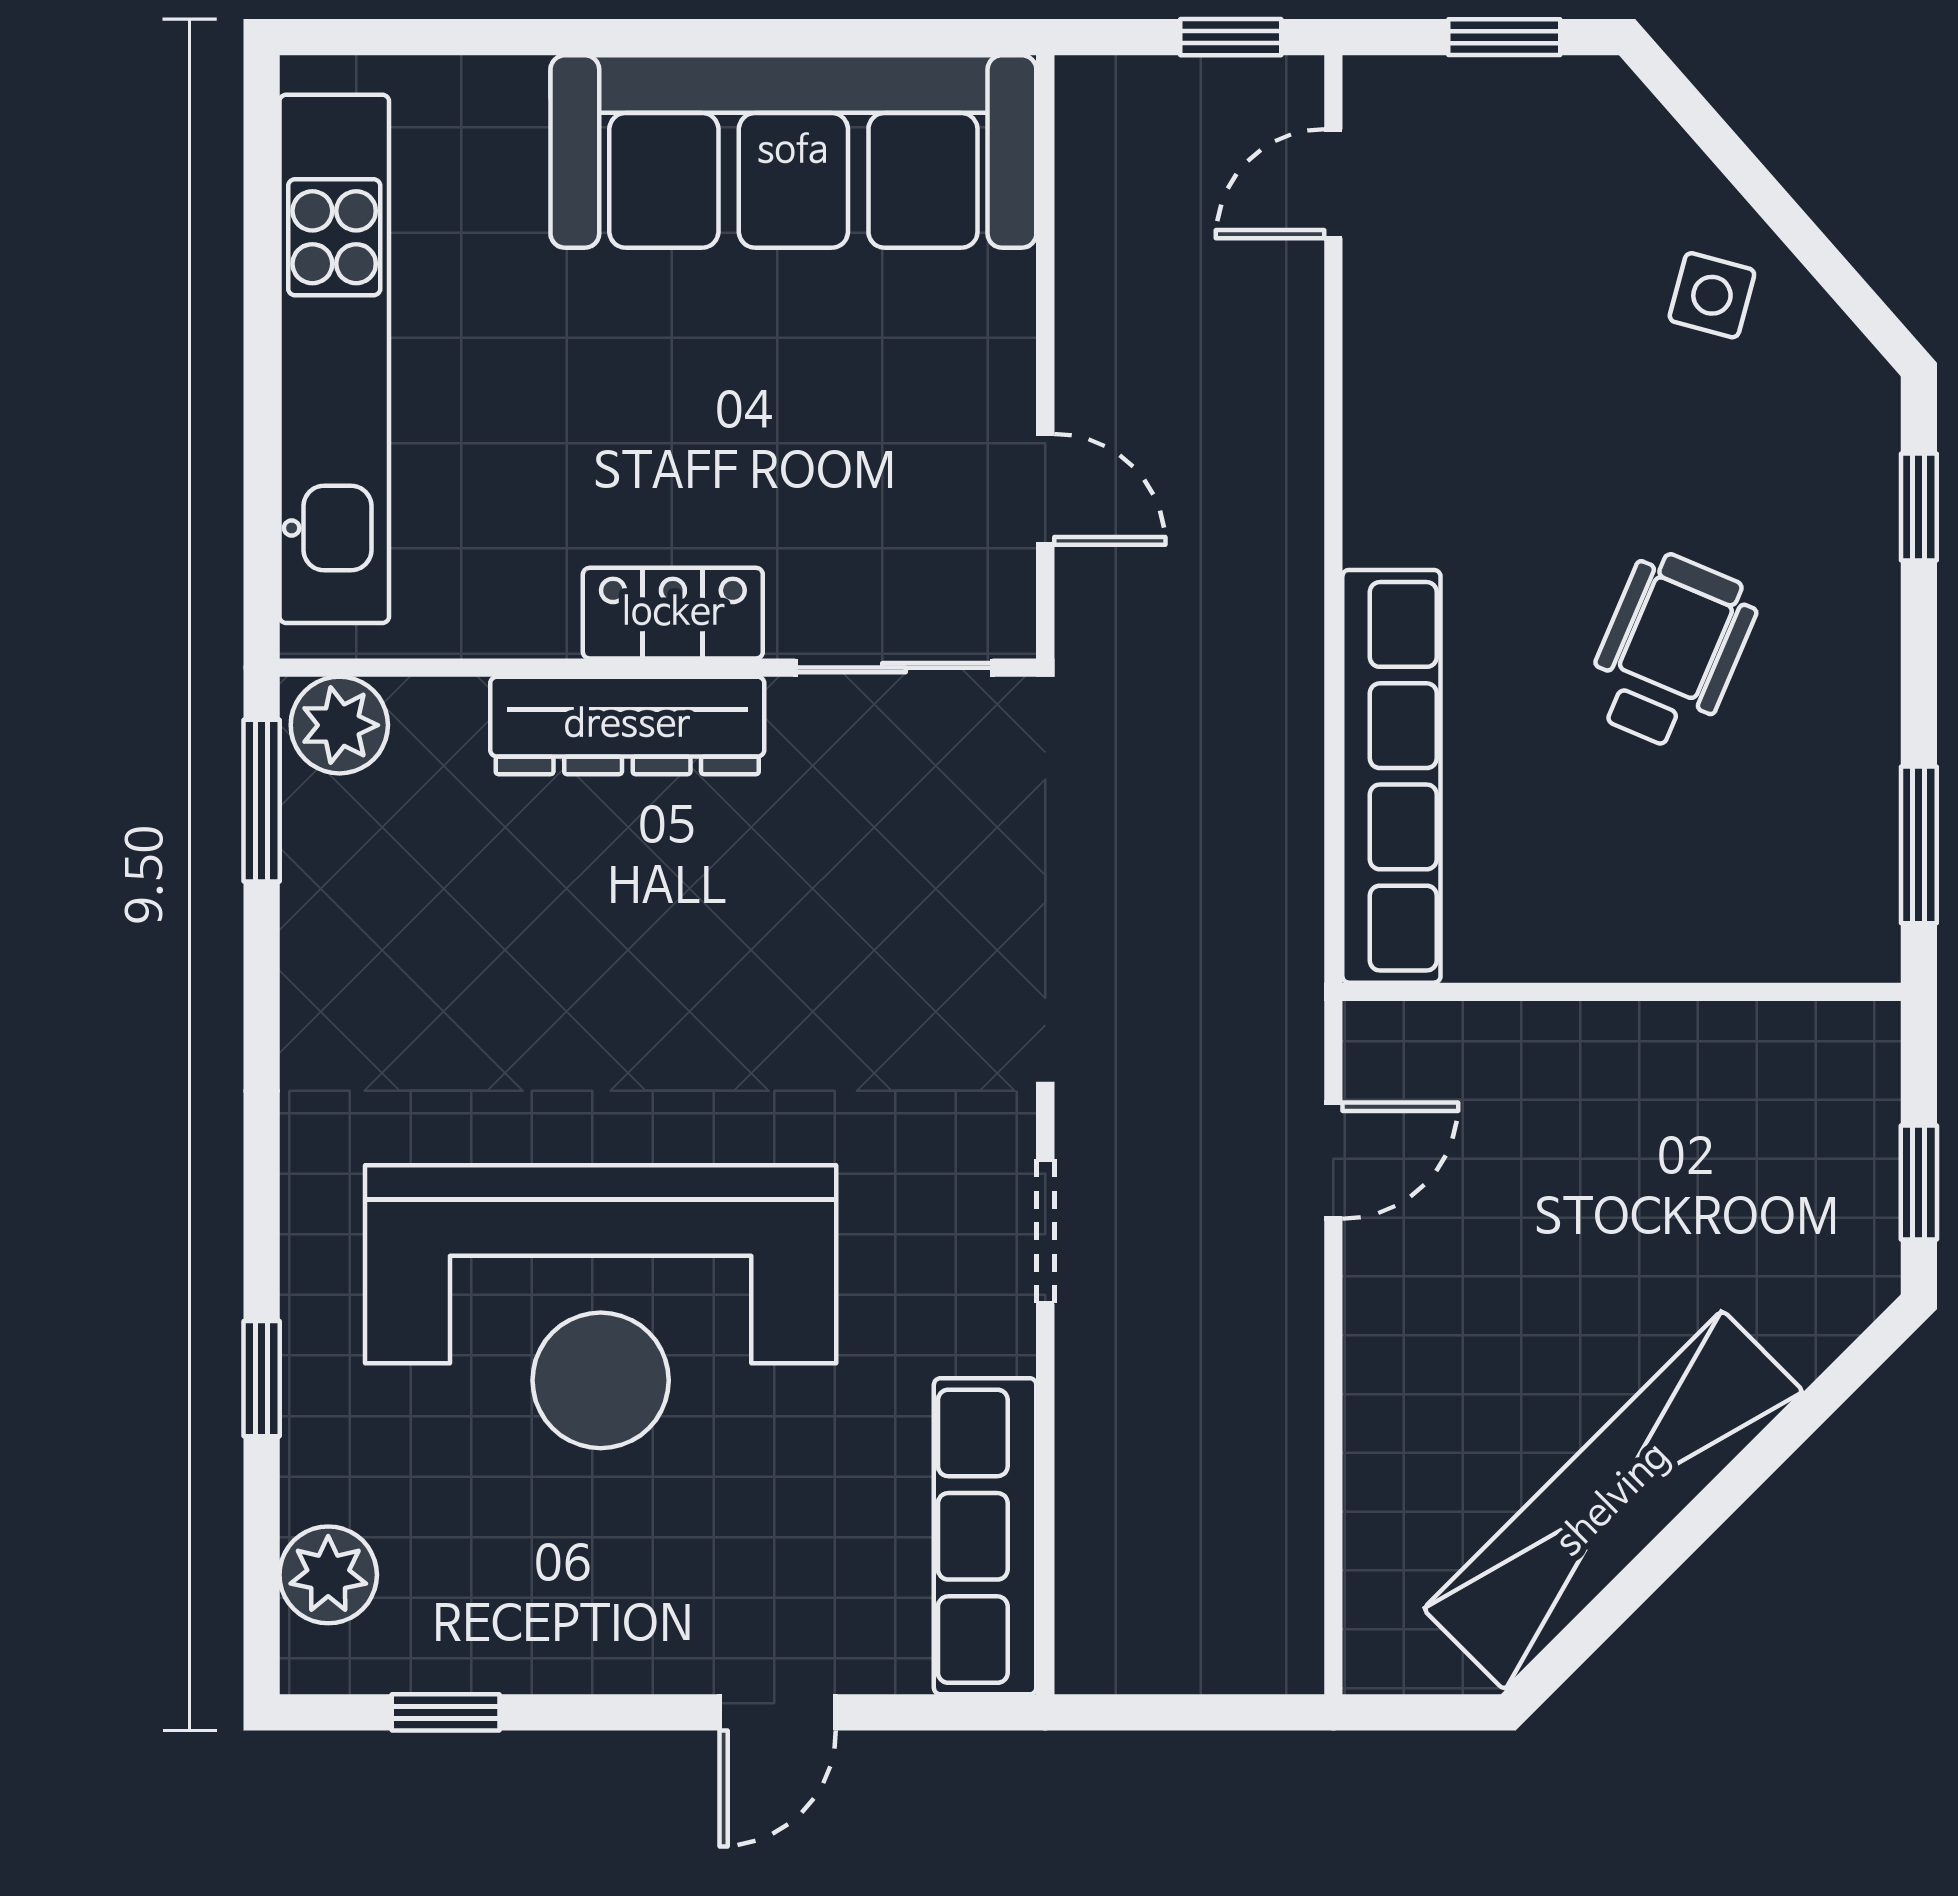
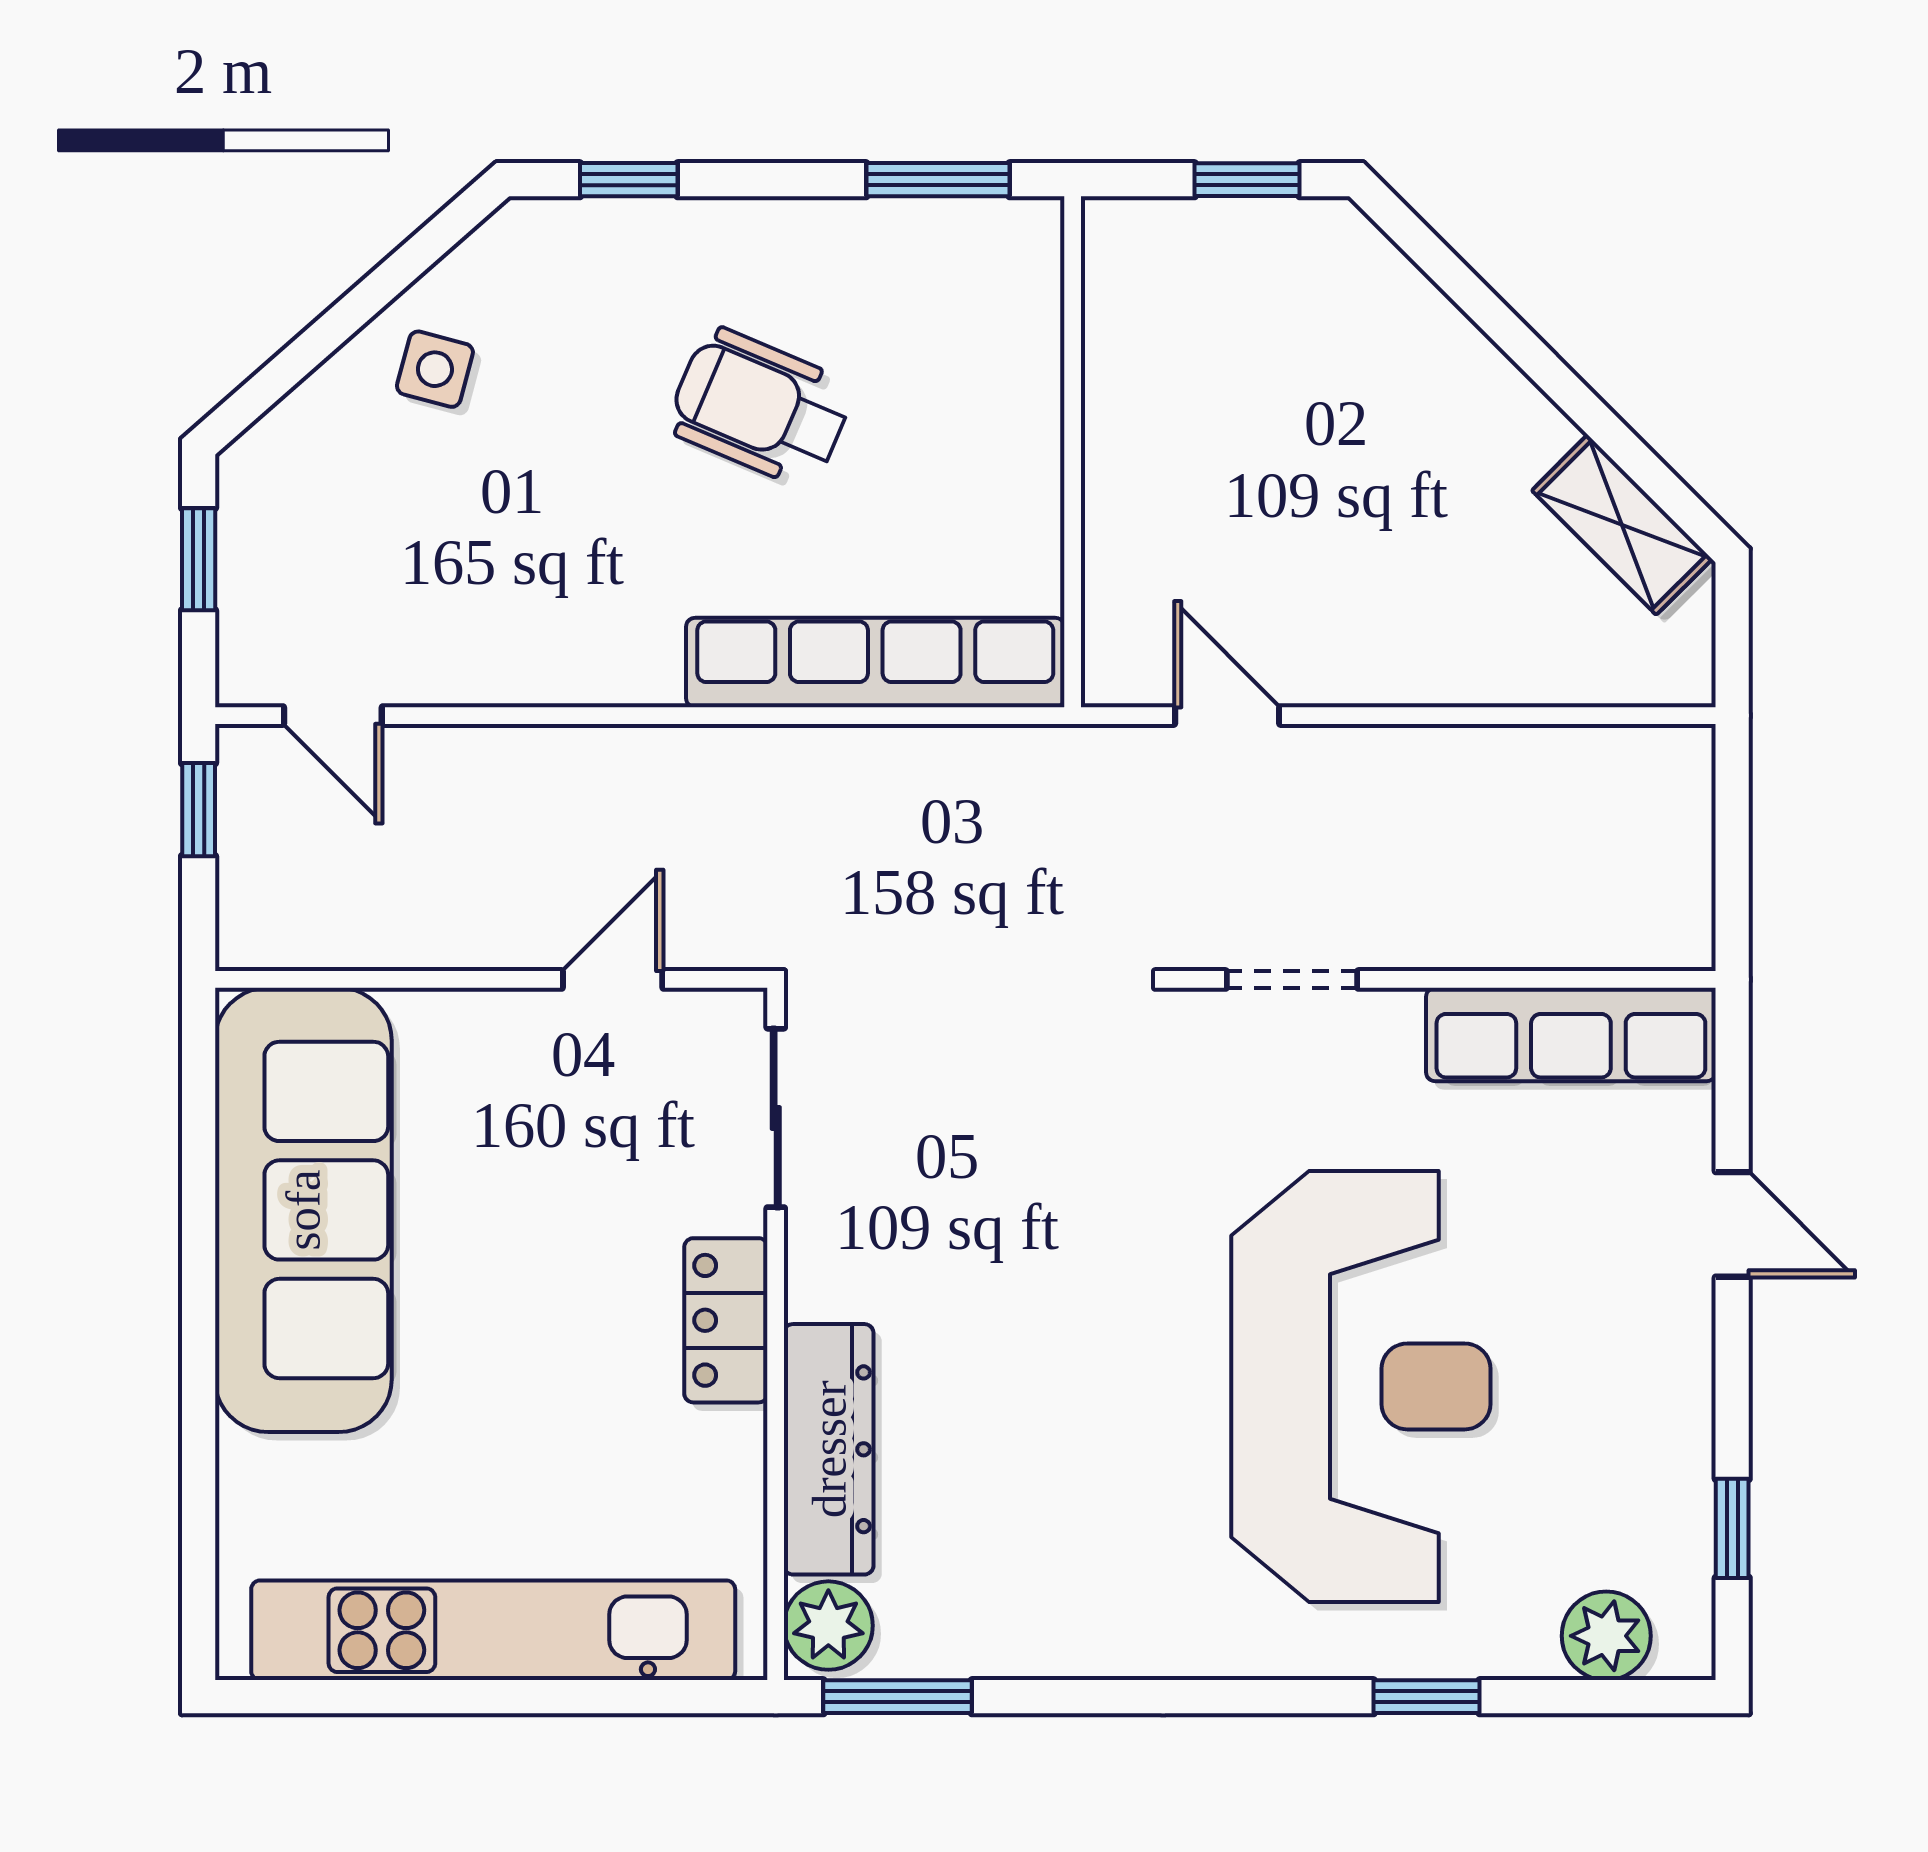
dresser: (627, 725) -> (829, 1449), moved
shelving: (1613, 1500) -> (1622, 525), width x0.45, depth x0.75

